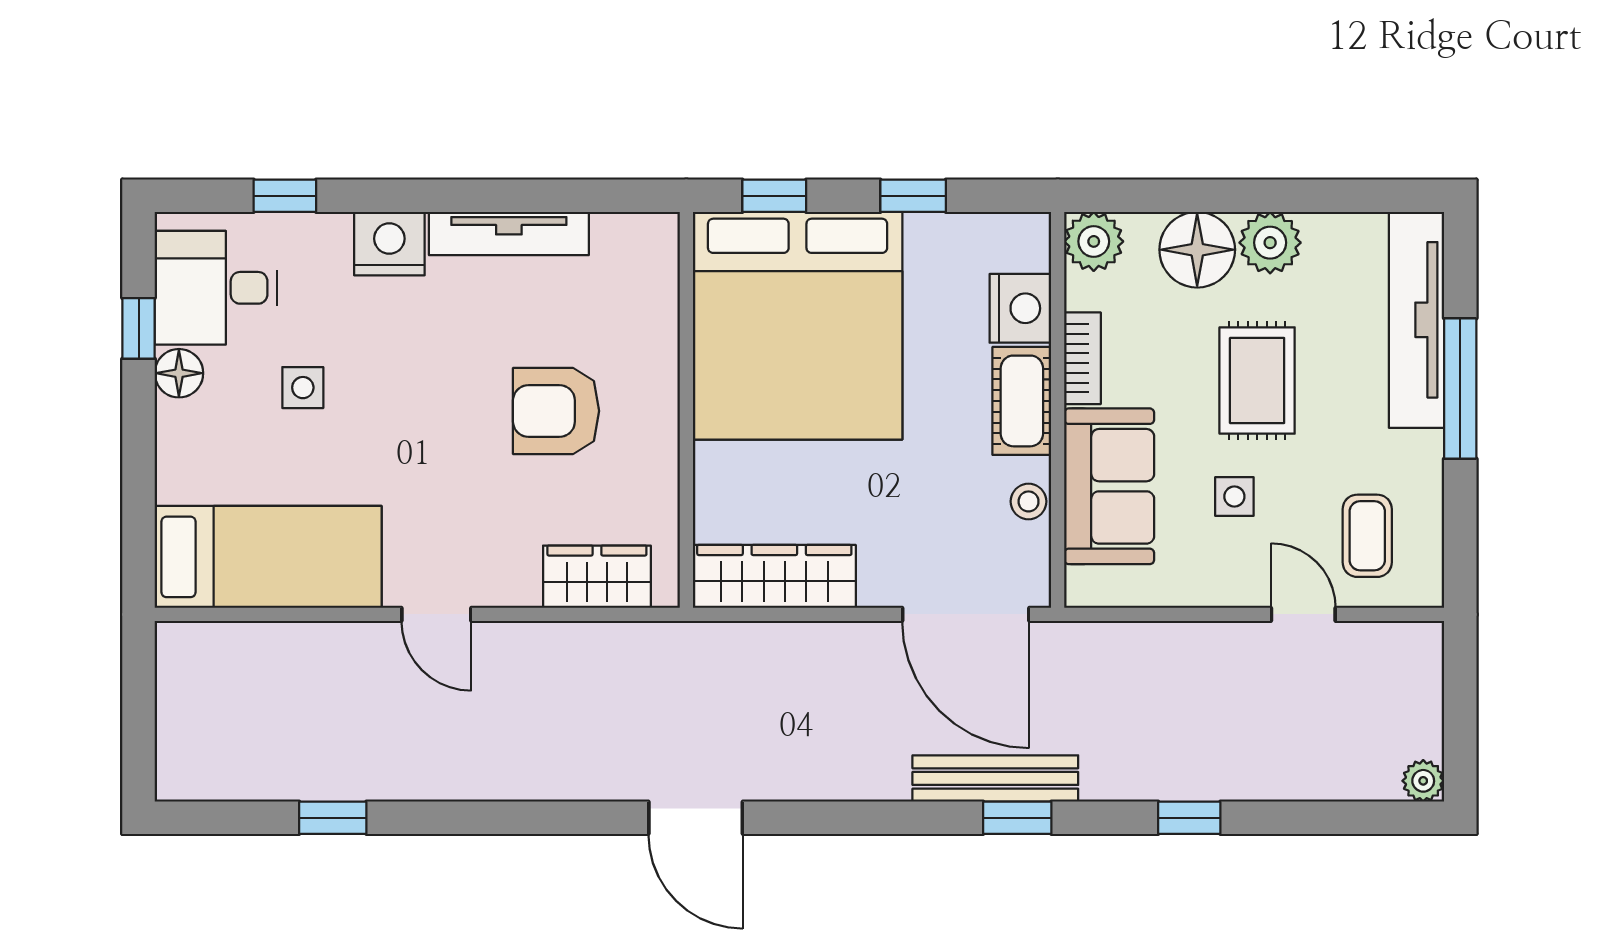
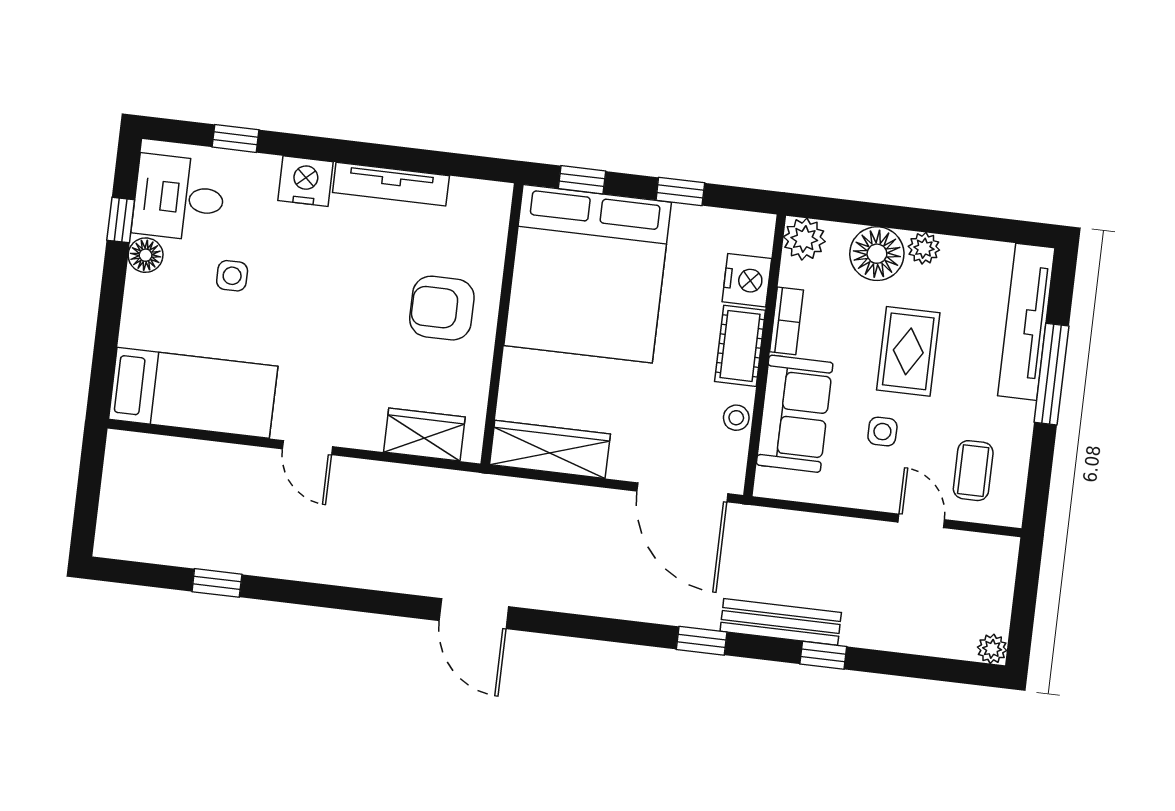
plant: (1270, 243) -> (924, 248), width x0.73, depth x0.73
armchair: (556, 411) -> (442, 308), moved
bench: (995, 778) -> (781, 622), moved

